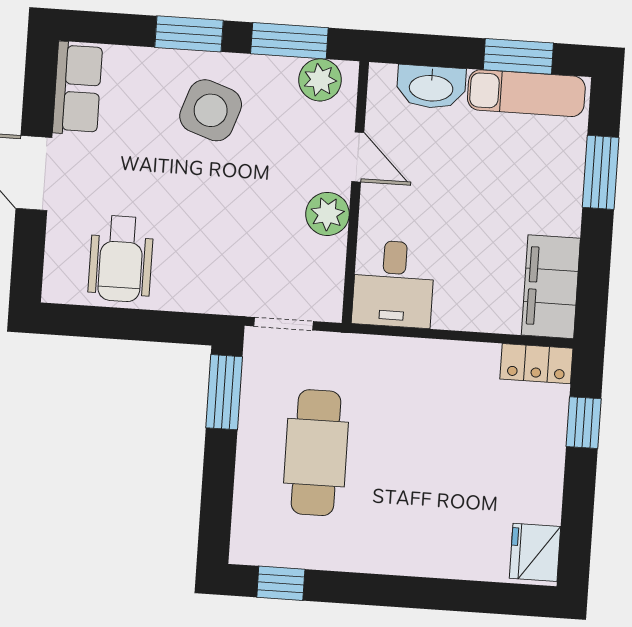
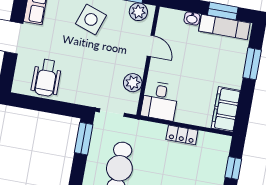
washbasin: (431, 87) -> (192, 18), width x0.52, depth x0.69
plant: (327, 214) -> (133, 83), moved
locker: (536, 364) -> (182, 135), moved

